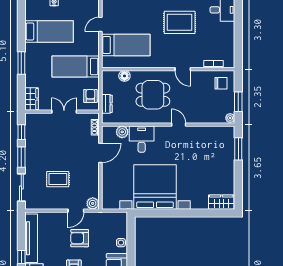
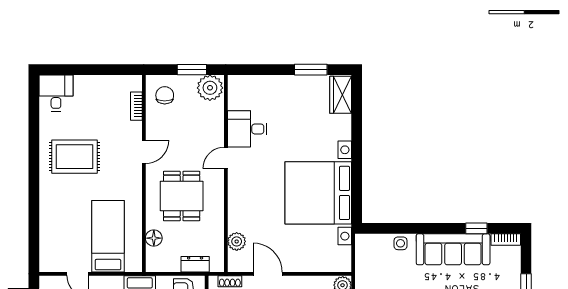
rug: (180, 22) -> (74, 157), turned 90
plant: (230, 118) -> (210, 88), width x1.87, depth x1.87
desk: (142, 139) -> (247, 129), moved
window: (238, 149) -> (311, 70), moved

